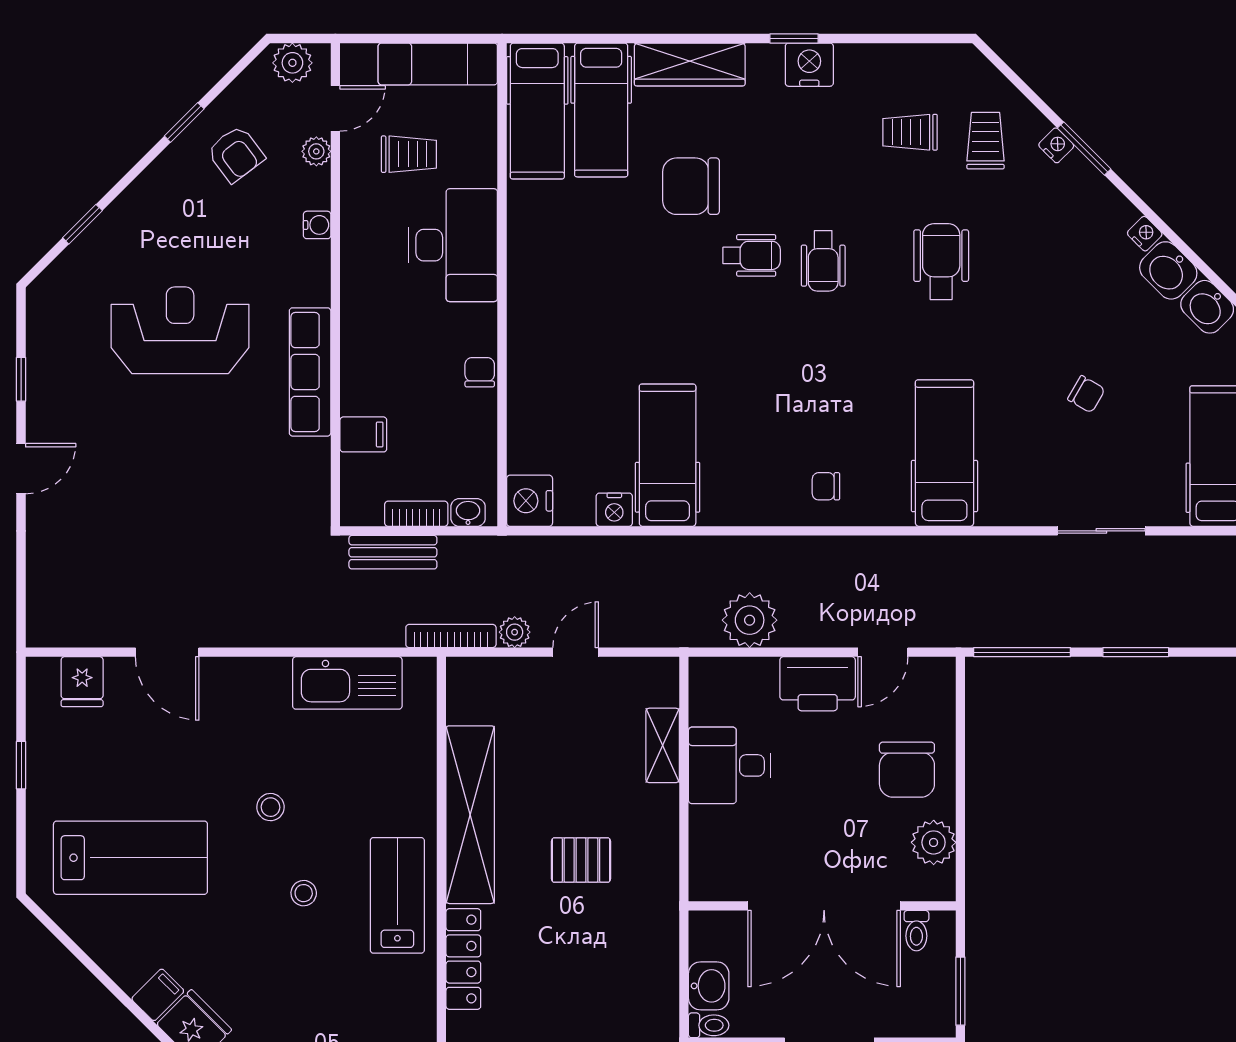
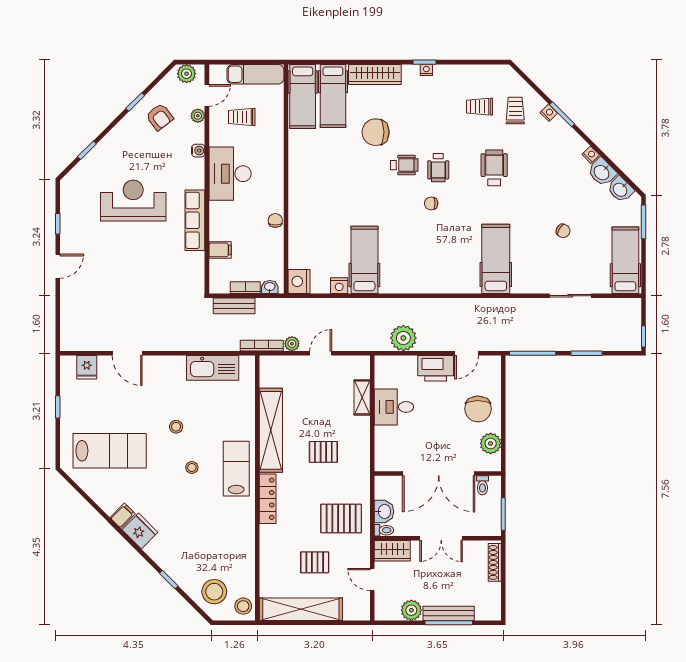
nightstand: (809, 65) -> (426, 70), width x0.53, depth x0.56
trolley: (409, 154) -> (242, 117), turned 180
desk: (453, 245) -> (230, 174), moved, turned 180
chair: (826, 486) -> (431, 203), moved
pallet: (618, 1001) -> (341, 519), added

